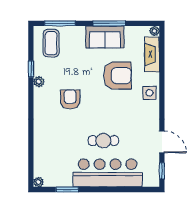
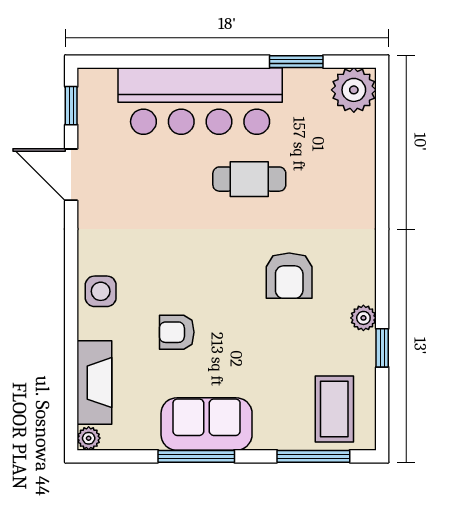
armchair: (117, 76) -> (177, 332), width x0.53, depth x0.53
cafe table: (103, 141) -> (249, 179), moved
plant: (38, 182) -> (354, 90), width x1.88, depth x1.88

